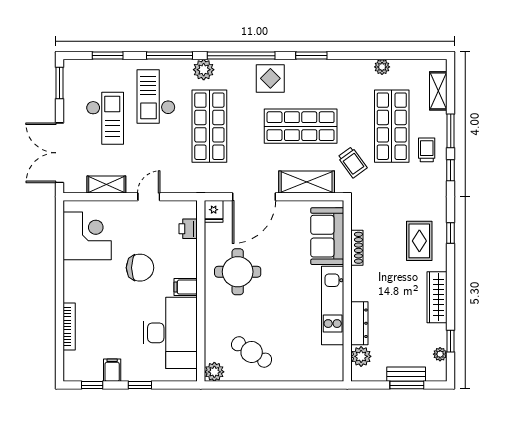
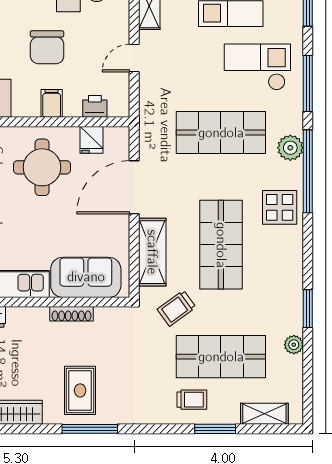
window: (311, 56) -> (308, 309), moved
plant: (204, 70) -> (290, 148), moved
window: (451, 170) -> (167, 429), removed
door: (149, 197) -> (134, 58), swing flipped
door: (254, 197) -> (134, 187), hinge flipped
fridge: (214, 211) -> (91, 140), moved, turned -90
window: (451, 233) -> (90, 429), width x2.17
rug: (419, 241) -> (80, 390), turned 90
filing cabinet: (186, 287) -> (52, 103), moved

